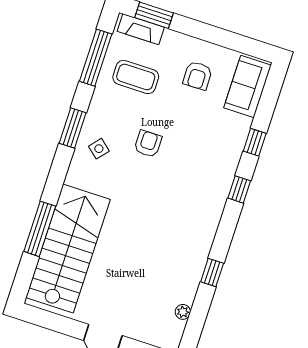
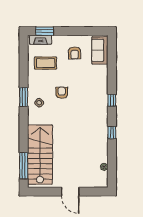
window: (96, 58) -> (24, 60), removed
window: (255, 142) -> (112, 76), removed
window: (40, 229) -> (24, 166), moved
window: (212, 273) -> (112, 132), moved

